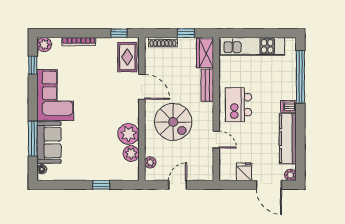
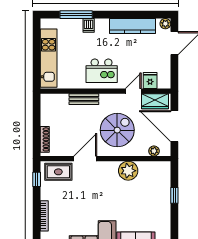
window: (186, 33) -> (37, 119), removed
wardrobe: (205, 53) -> (155, 101), moved
window: (300, 77) -> (76, 15), width x0.68
dishwasher: (289, 106) -> (89, 25), moved
plant: (131, 154) -> (146, 168), removed
fridge: (244, 172) -> (150, 80), moved, turned 90
door: (178, 185) -> (174, 126), width x1.88

